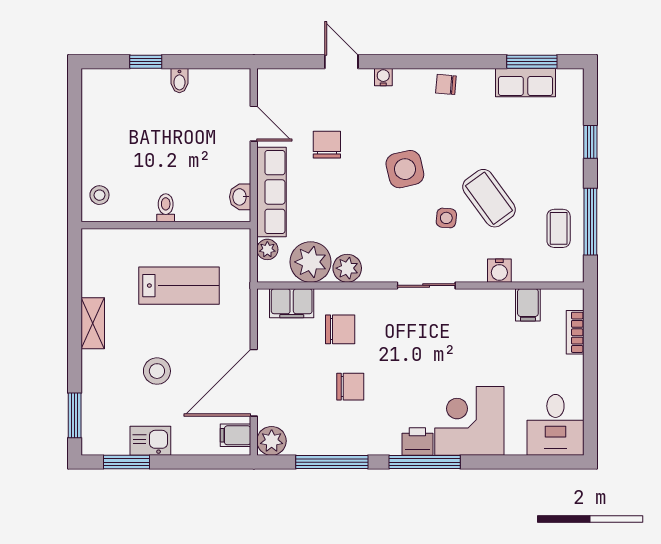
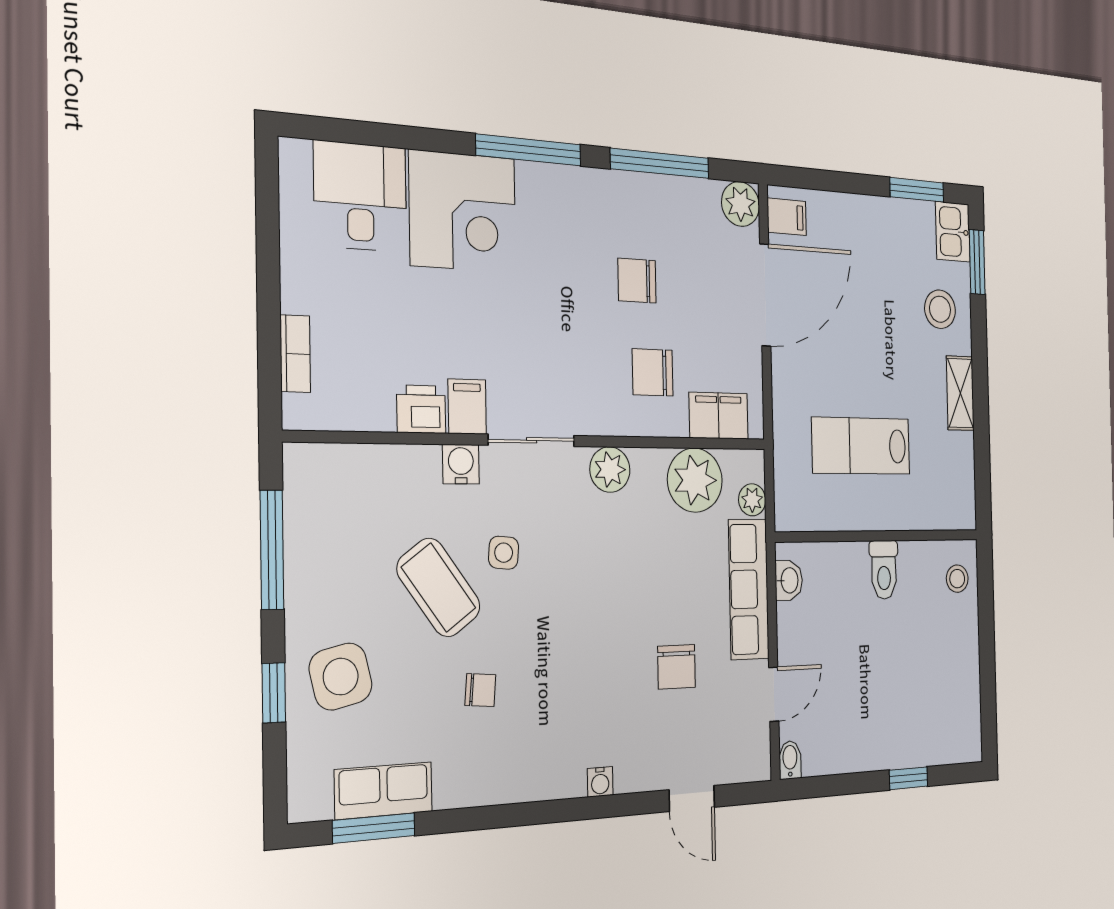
door: (341, 62) -> (692, 798), moved
bidet: (179, 81) -> (790, 760), moved
chair: (446, 84) -> (480, 690), moved
door: (254, 124) -> (774, 694), swing flipped
side table: (405, 169) -> (341, 677), moved
toilet: (166, 208) -> (884, 570), width x1.37, depth x1.39
coffee table: (559, 228) -> (326, 537), removed
plant: (347, 268) -> (610, 470), moved
water cooler: (499, 271) -> (461, 464), moved
filing cabinet: (528, 305) -> (467, 407), moved
stool: (157, 371) -> (940, 309), moved
desk: (555, 425) -> (360, 196), moved
kitchen sink: (150, 441) -> (953, 232), moved, turned 90
printer: (417, 442) -> (421, 409), moved, turned 180

